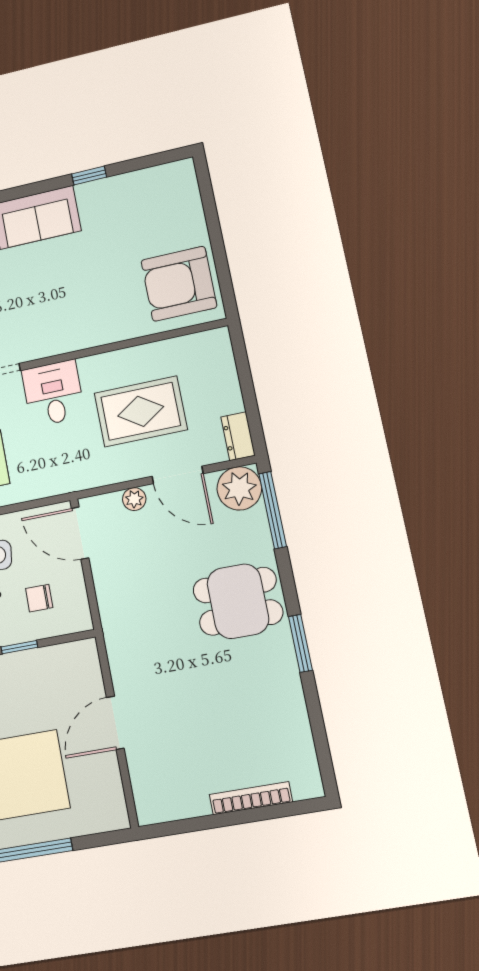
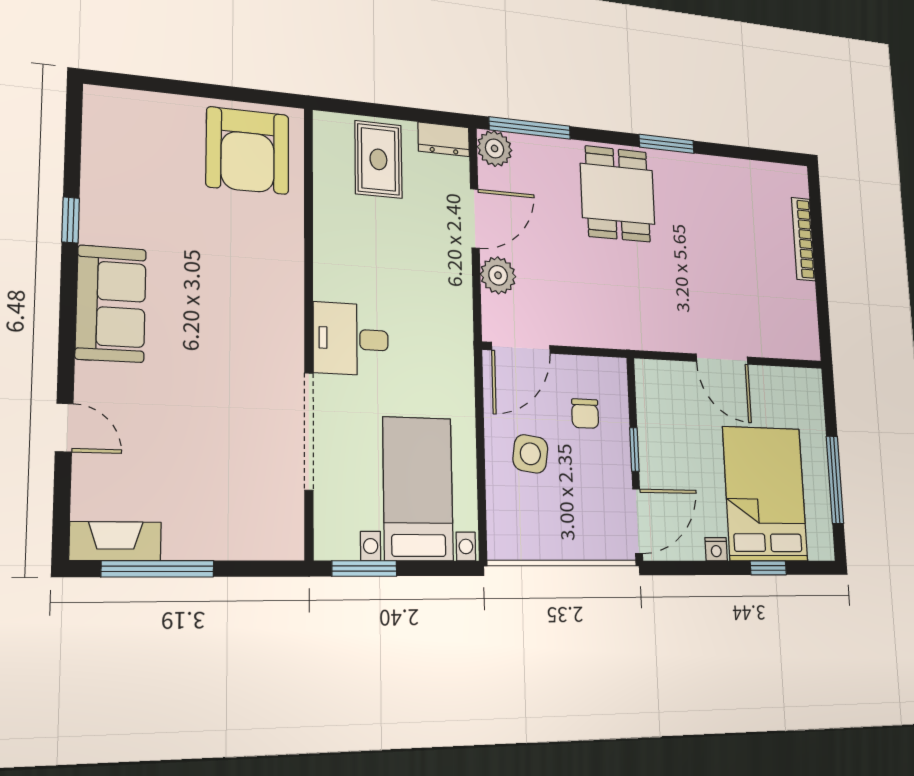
rug: (141, 411) -> (378, 159), moved, width x0.73, depth x0.70
plant: (239, 488) -> (495, 148), width x0.73, depth x0.73
plant: (134, 499) -> (498, 275), width x1.38, depth x1.38

